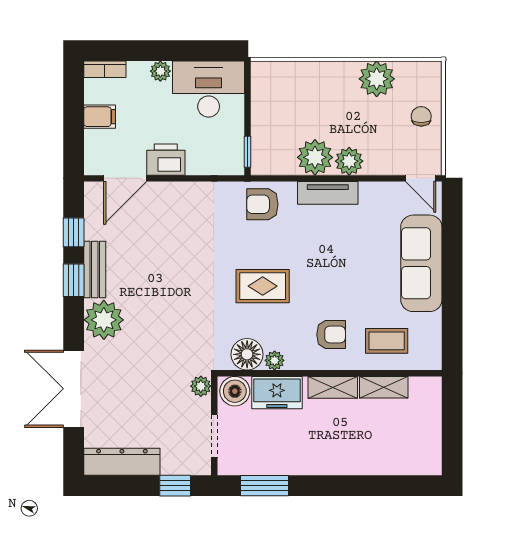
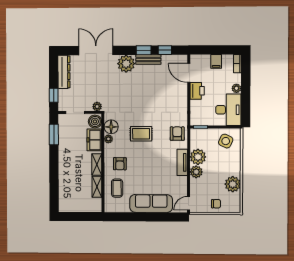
side table: (279, 95) -> (226, 141), added
rug: (263, 286) -> (141, 134), turned 90

